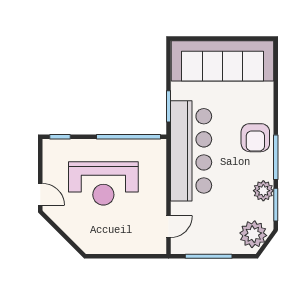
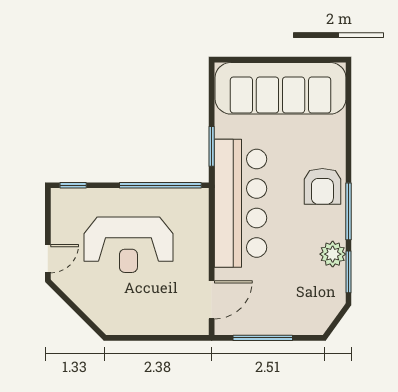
door: (40, 194) -> (48, 259), hinge flipped
door: (169, 227) -> (212, 300), width x1.37
plant: (253, 234) -> (320, 310), removed

